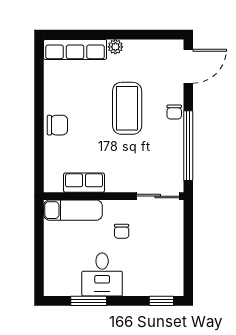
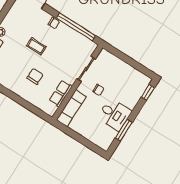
coffee table: (127, 108) -> (36, 46), width x0.54, depth x0.58
chair: (57, 125) -> (35, 76), moved
sliding door: (158, 196) -> (86, 69), moved

